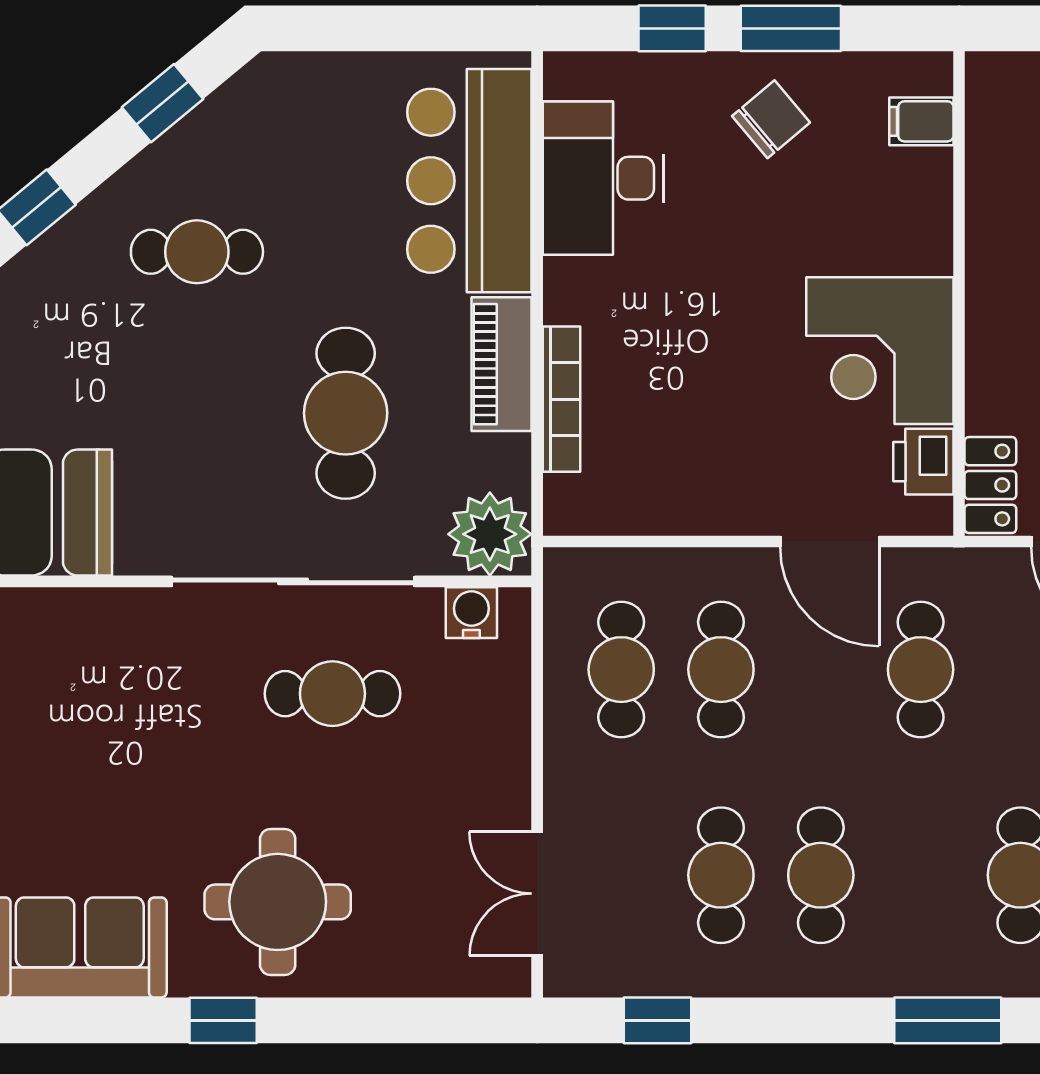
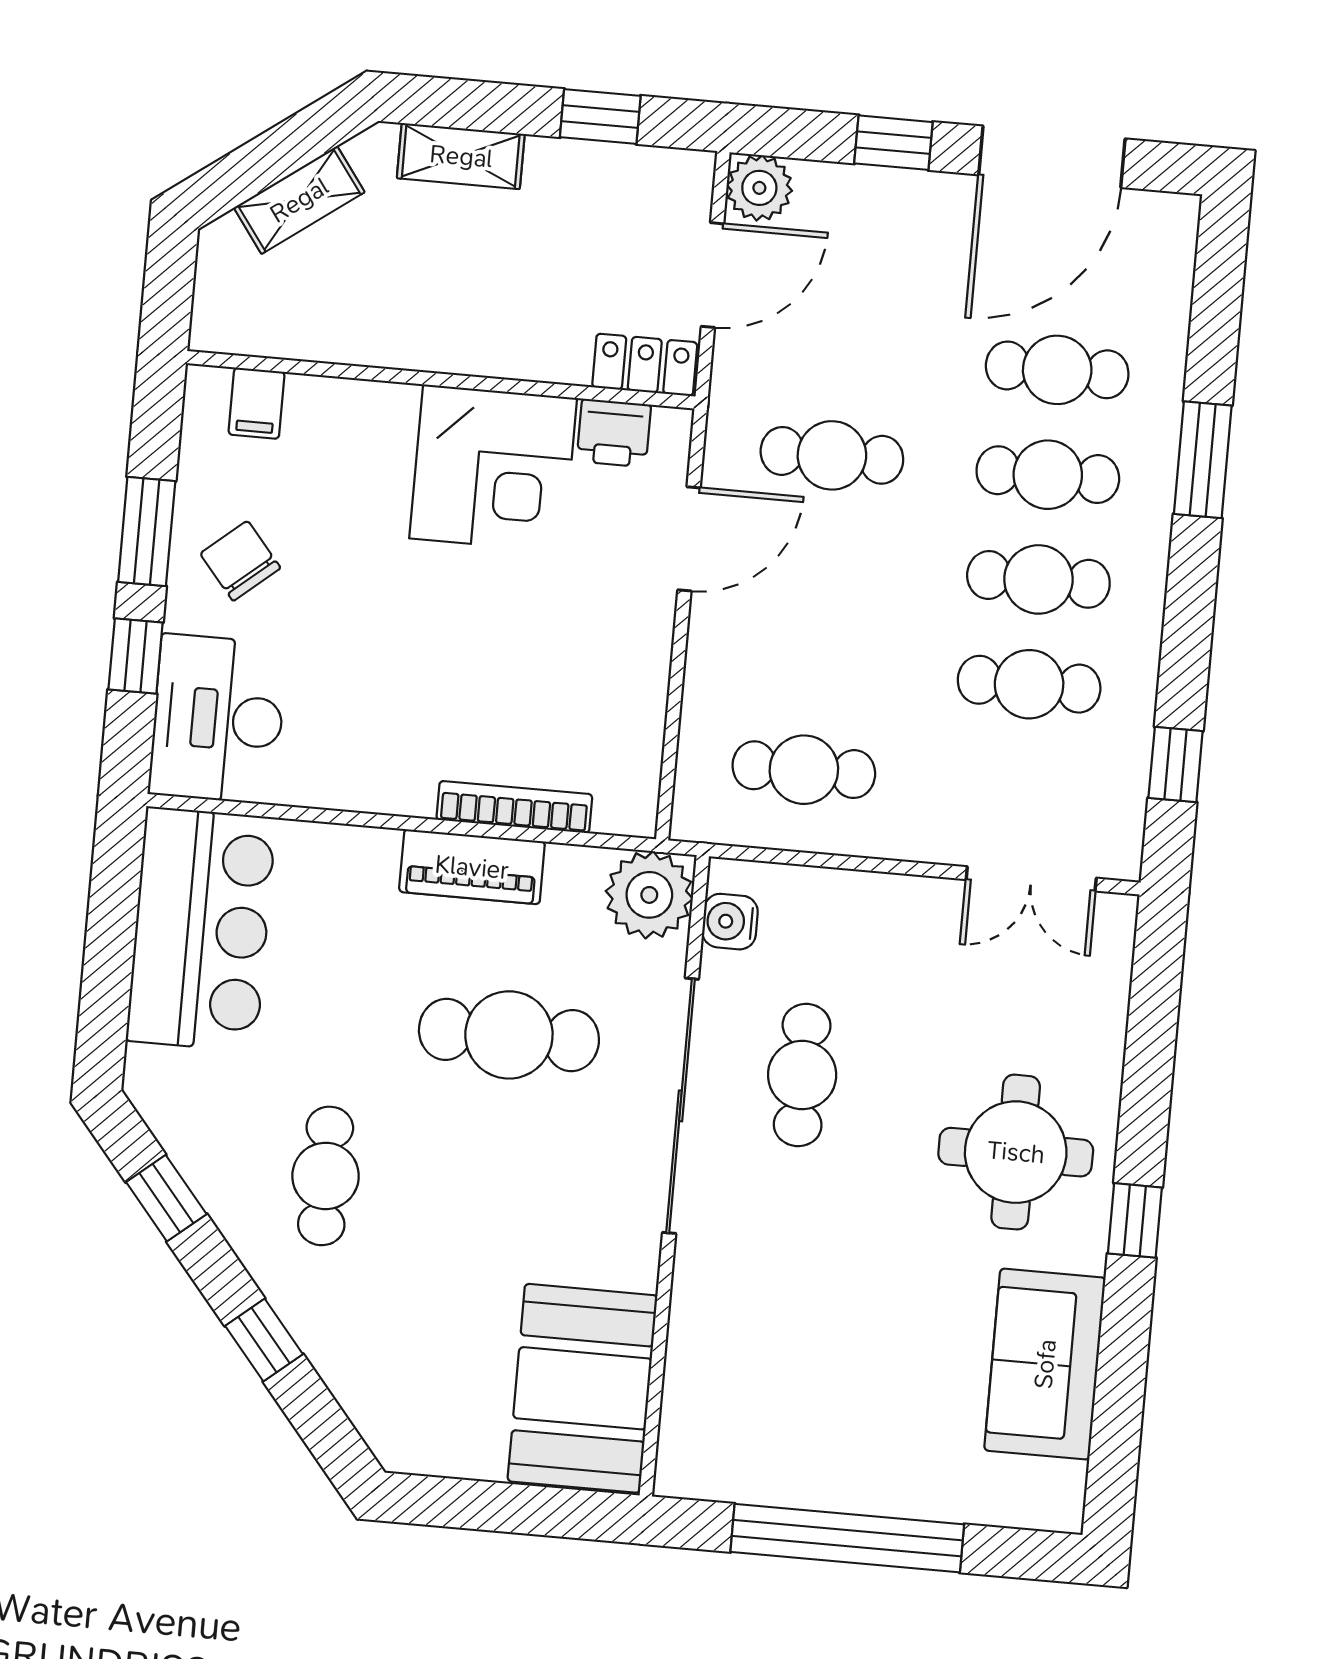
desk: (603, 178) -> (218, 719), moved, turned 90
bar counter: (469, 181) -> (201, 929), moved, turned -90
cafe table: (721, 670) -> (1048, 475), moved

